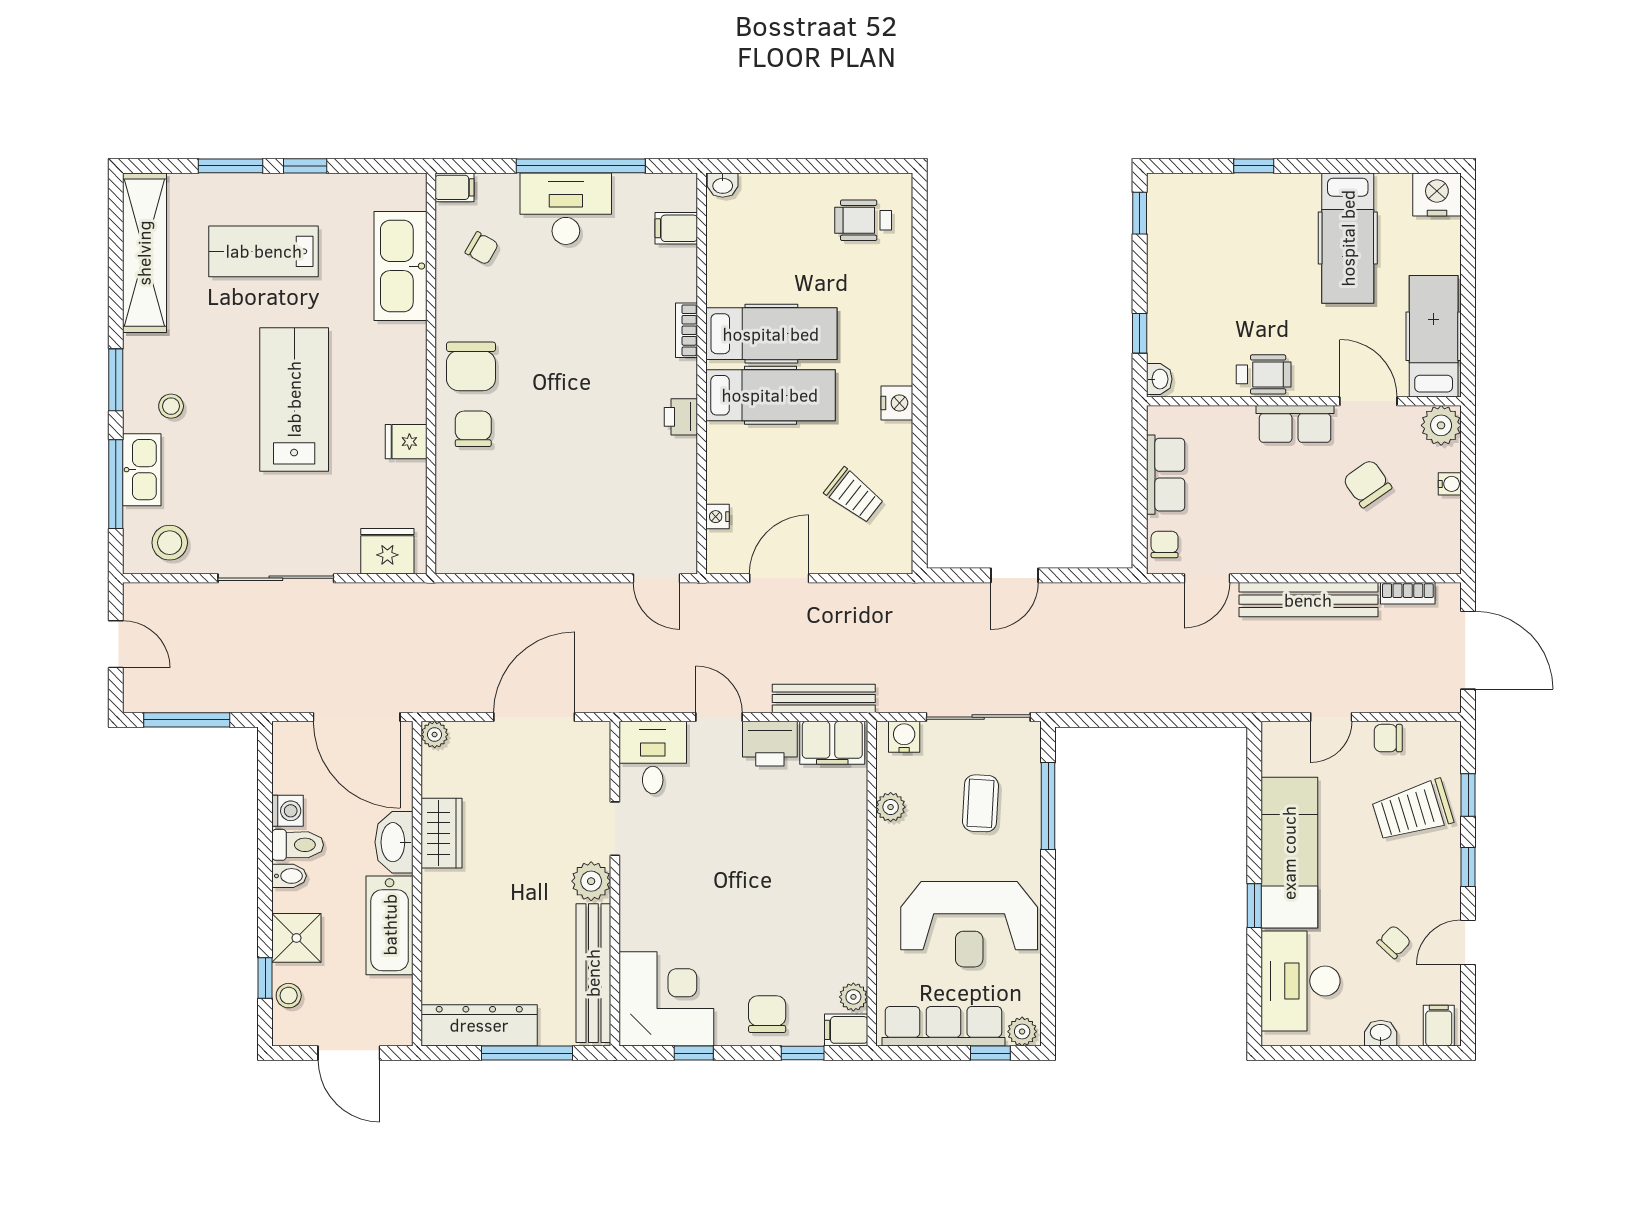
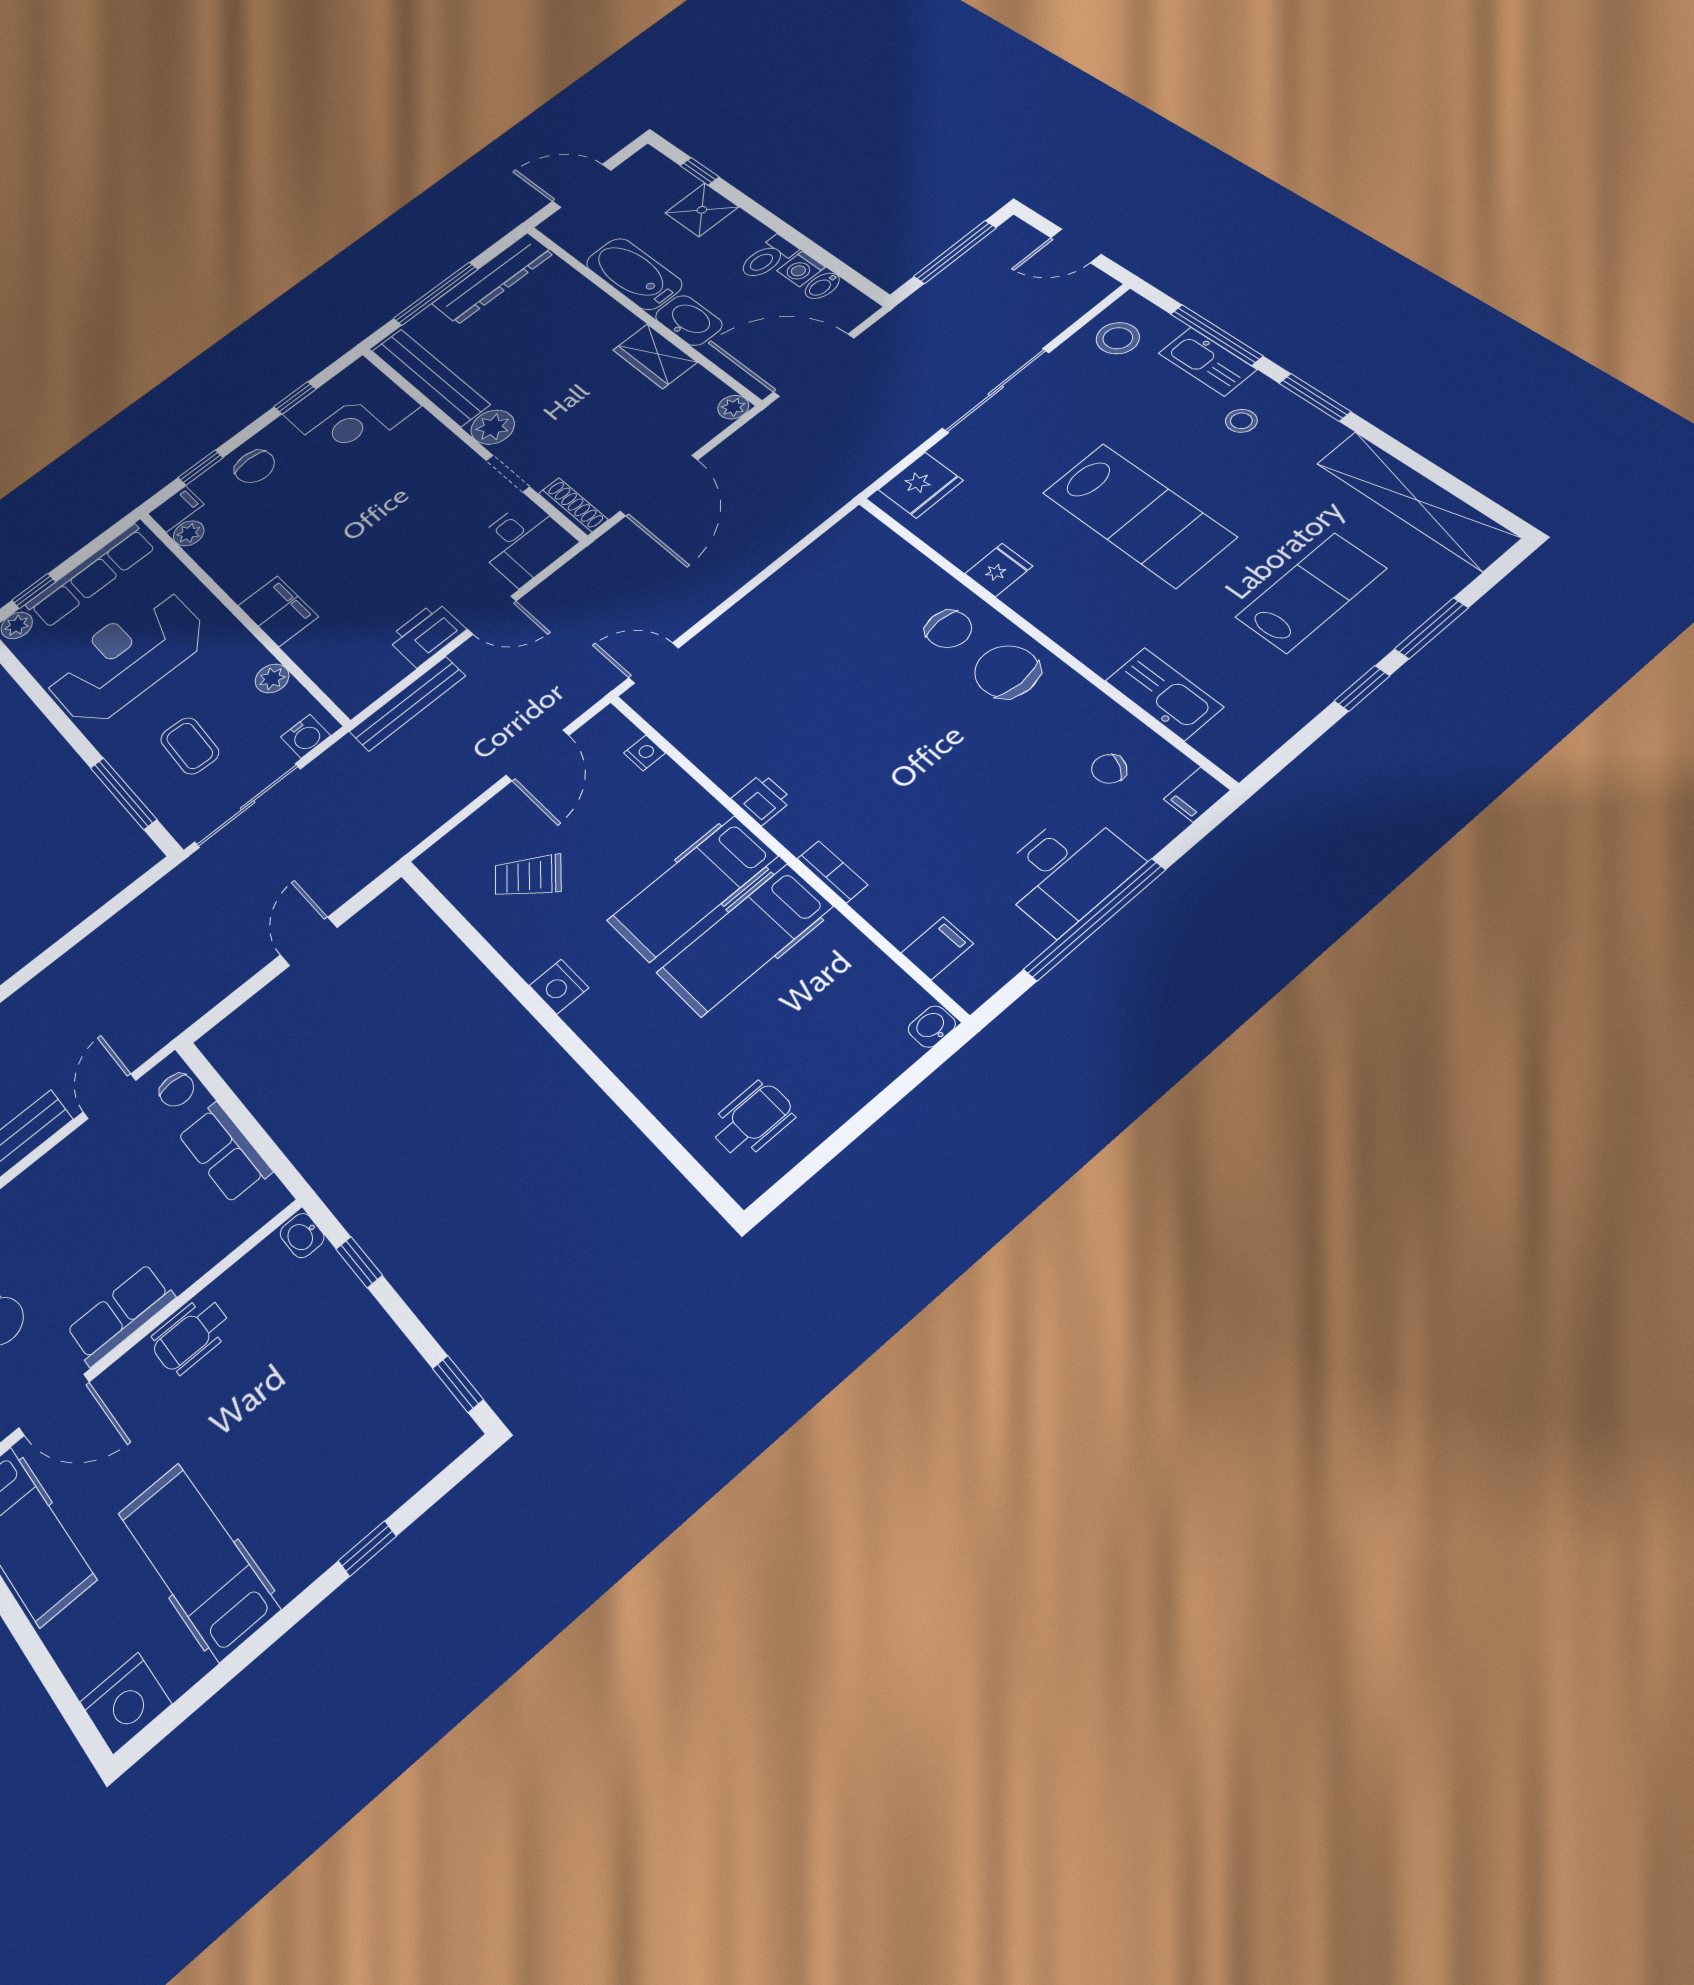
kitchen sink: (400, 266) -> (1164, 694), width x0.73, depth x0.81
filing cabinet: (832, 743) -> (278, 611), moved, turned 90
shoe rack: (599, 756) -> (573, 507), added
bidet: (289, 876) -> (822, 286), moved
stool: (289, 996) -> (668, 177), removed

